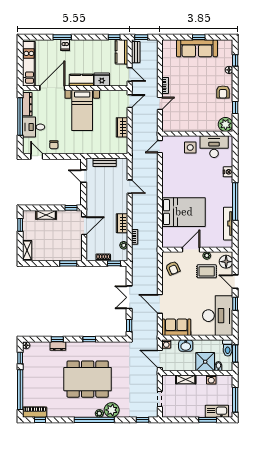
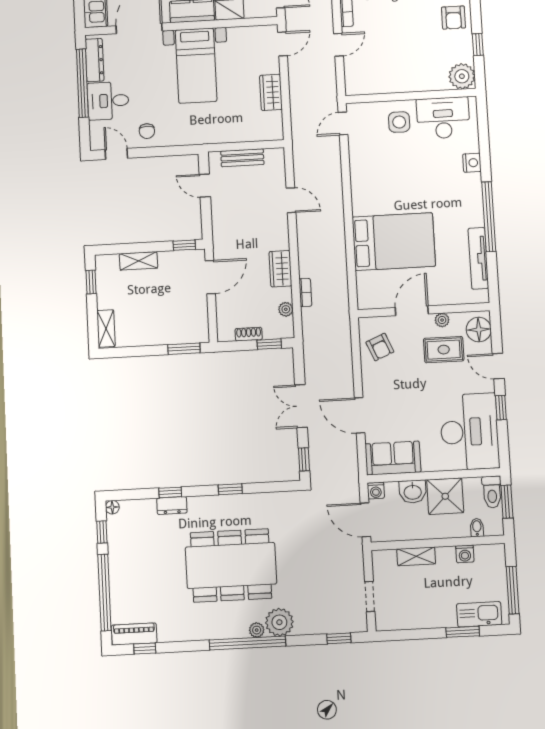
shower: (205, 362) -> (445, 496), moved

